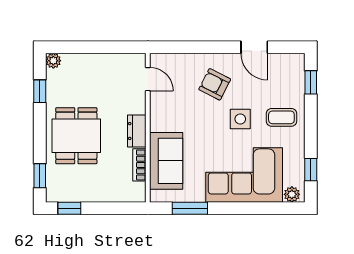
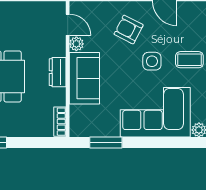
plant: (158, 100) -> (76, 44), added
sofa: (166, 161) -> (84, 78), moved
bookcase: (139, 165) -> (60, 122), moved

